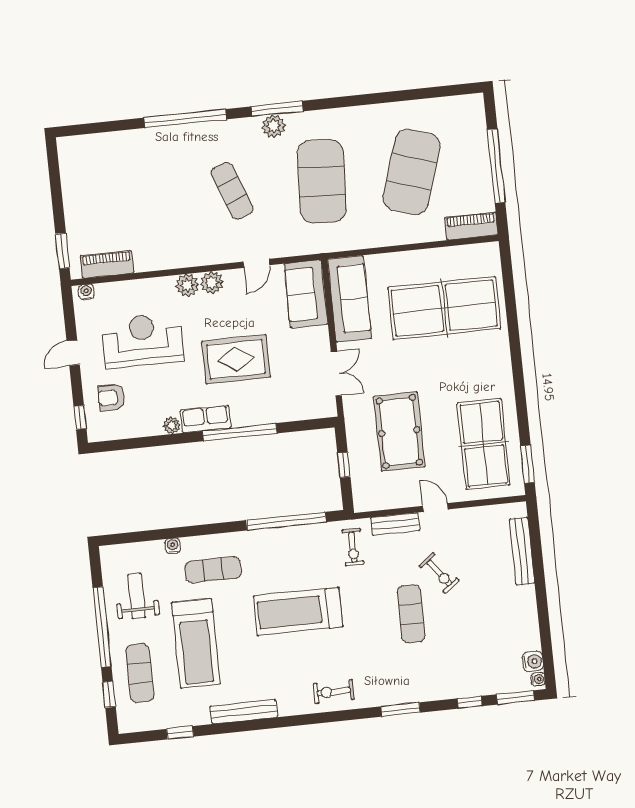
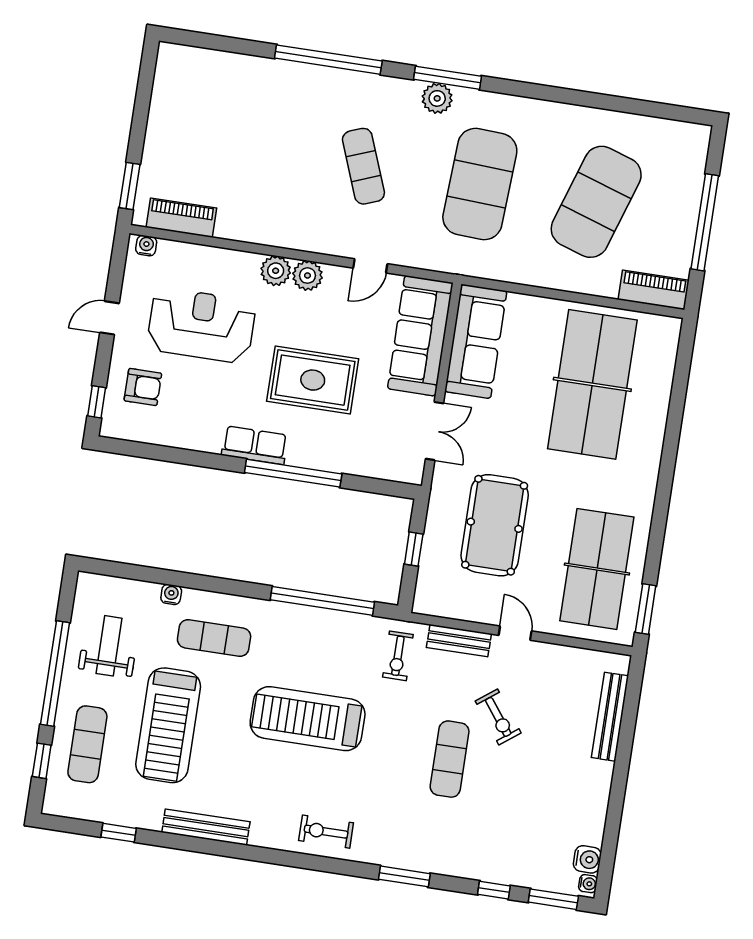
sofa: (306, 294) -> (420, 336), width x1.36
table tennis table: (444, 308) -> (592, 384), turned 90
armchair: (111, 397) -> (143, 387), turned 180
plant: (172, 425) -> (210, 442), removed

